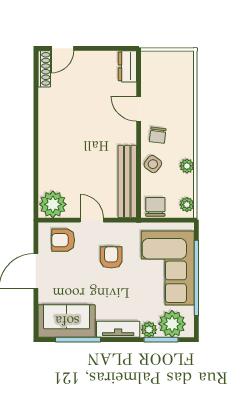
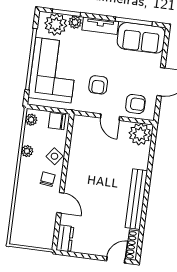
bench: (127, 182) -> (136, 199), moved
chair: (155, 207) -> (57, 121), turned 90

